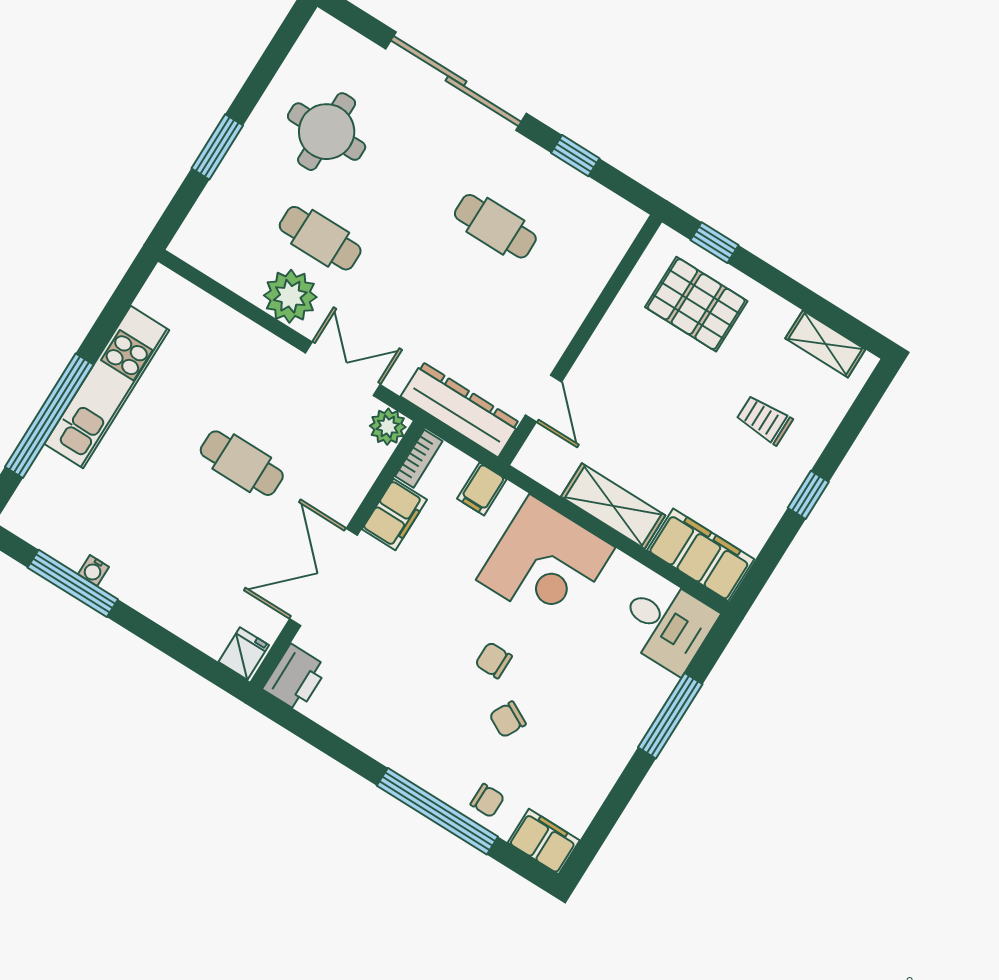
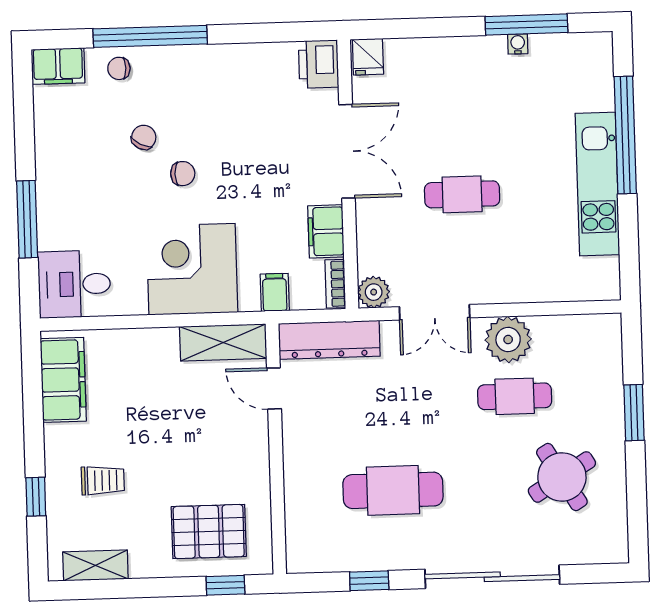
round table: (327, 132) -> (562, 477), turned -31
cafe table: (495, 226) -> (393, 490), width x1.37, depth x1.35
window: (808, 495) -> (36, 497), moved
shelving: (613, 506) -> (223, 342), moved
filing cabinet: (701, 555) -> (63, 380), moved, turned -90

